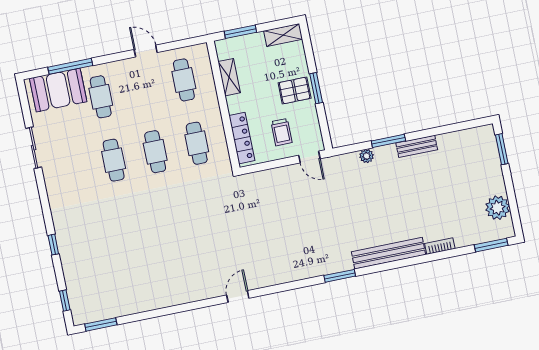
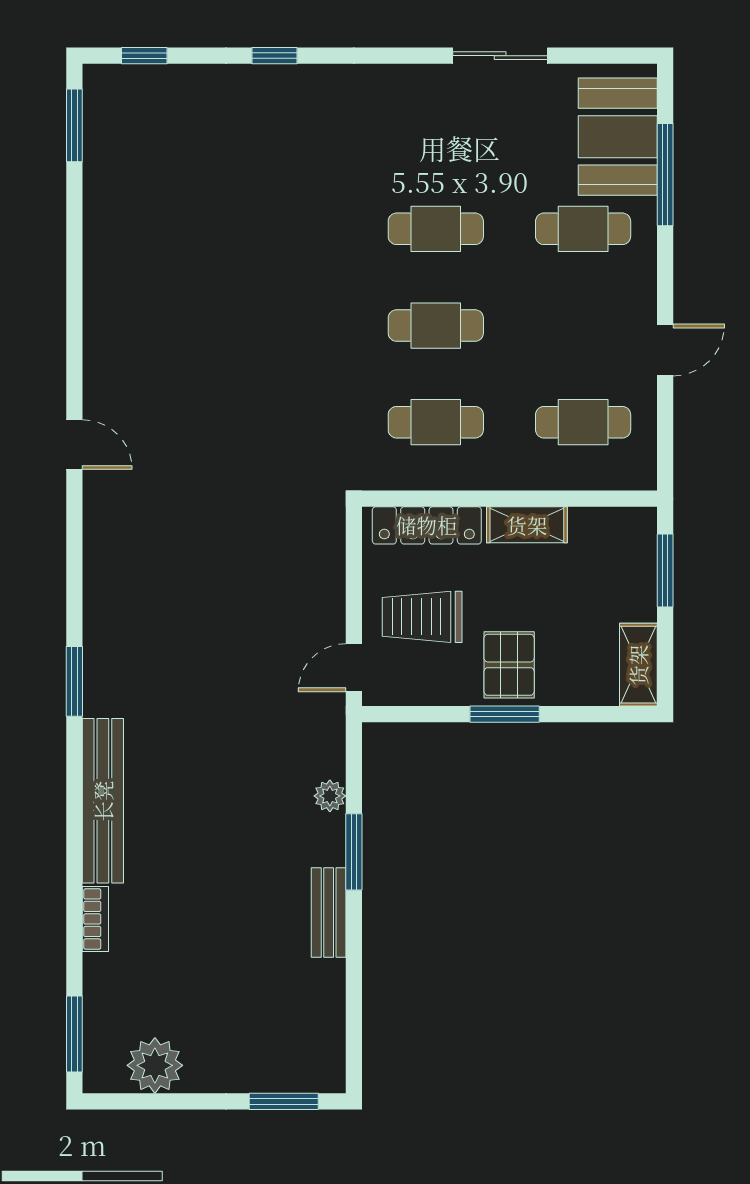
shelving: (229, 77) -> (527, 525), moved
trolley: (282, 132) -> (422, 617), width x1.36, depth x1.39

